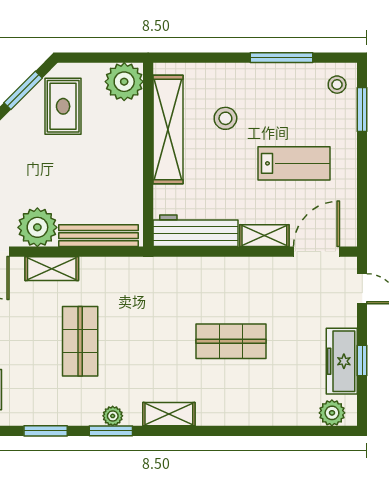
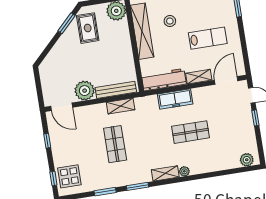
shelving: (52, 269) -> (121, 106), moved
freezer: (342, 361) -> (175, 99), moved, turned -90
window: (362, 361) -> (255, 118), moved
plant: (113, 416) -> (184, 171), moved

